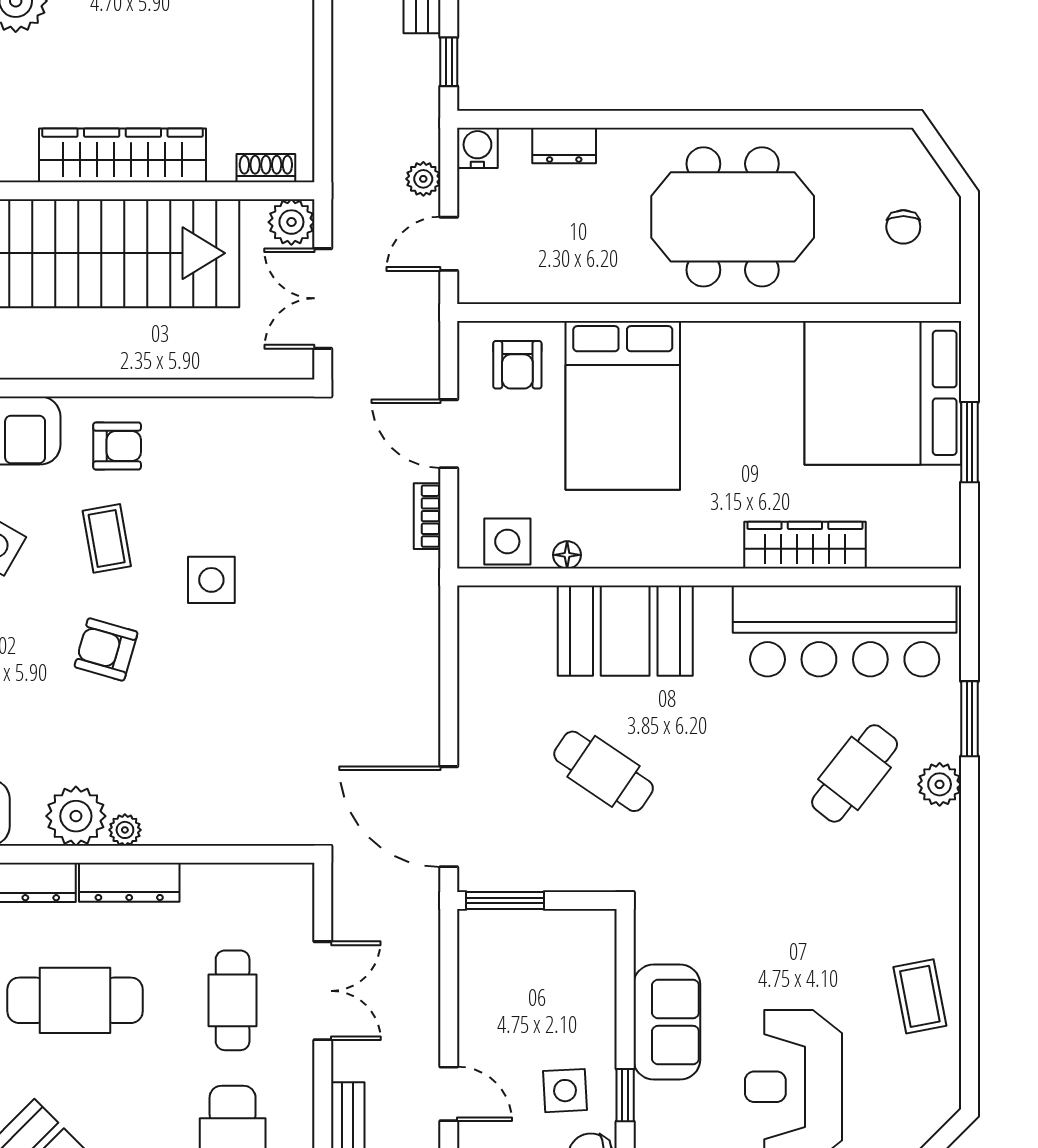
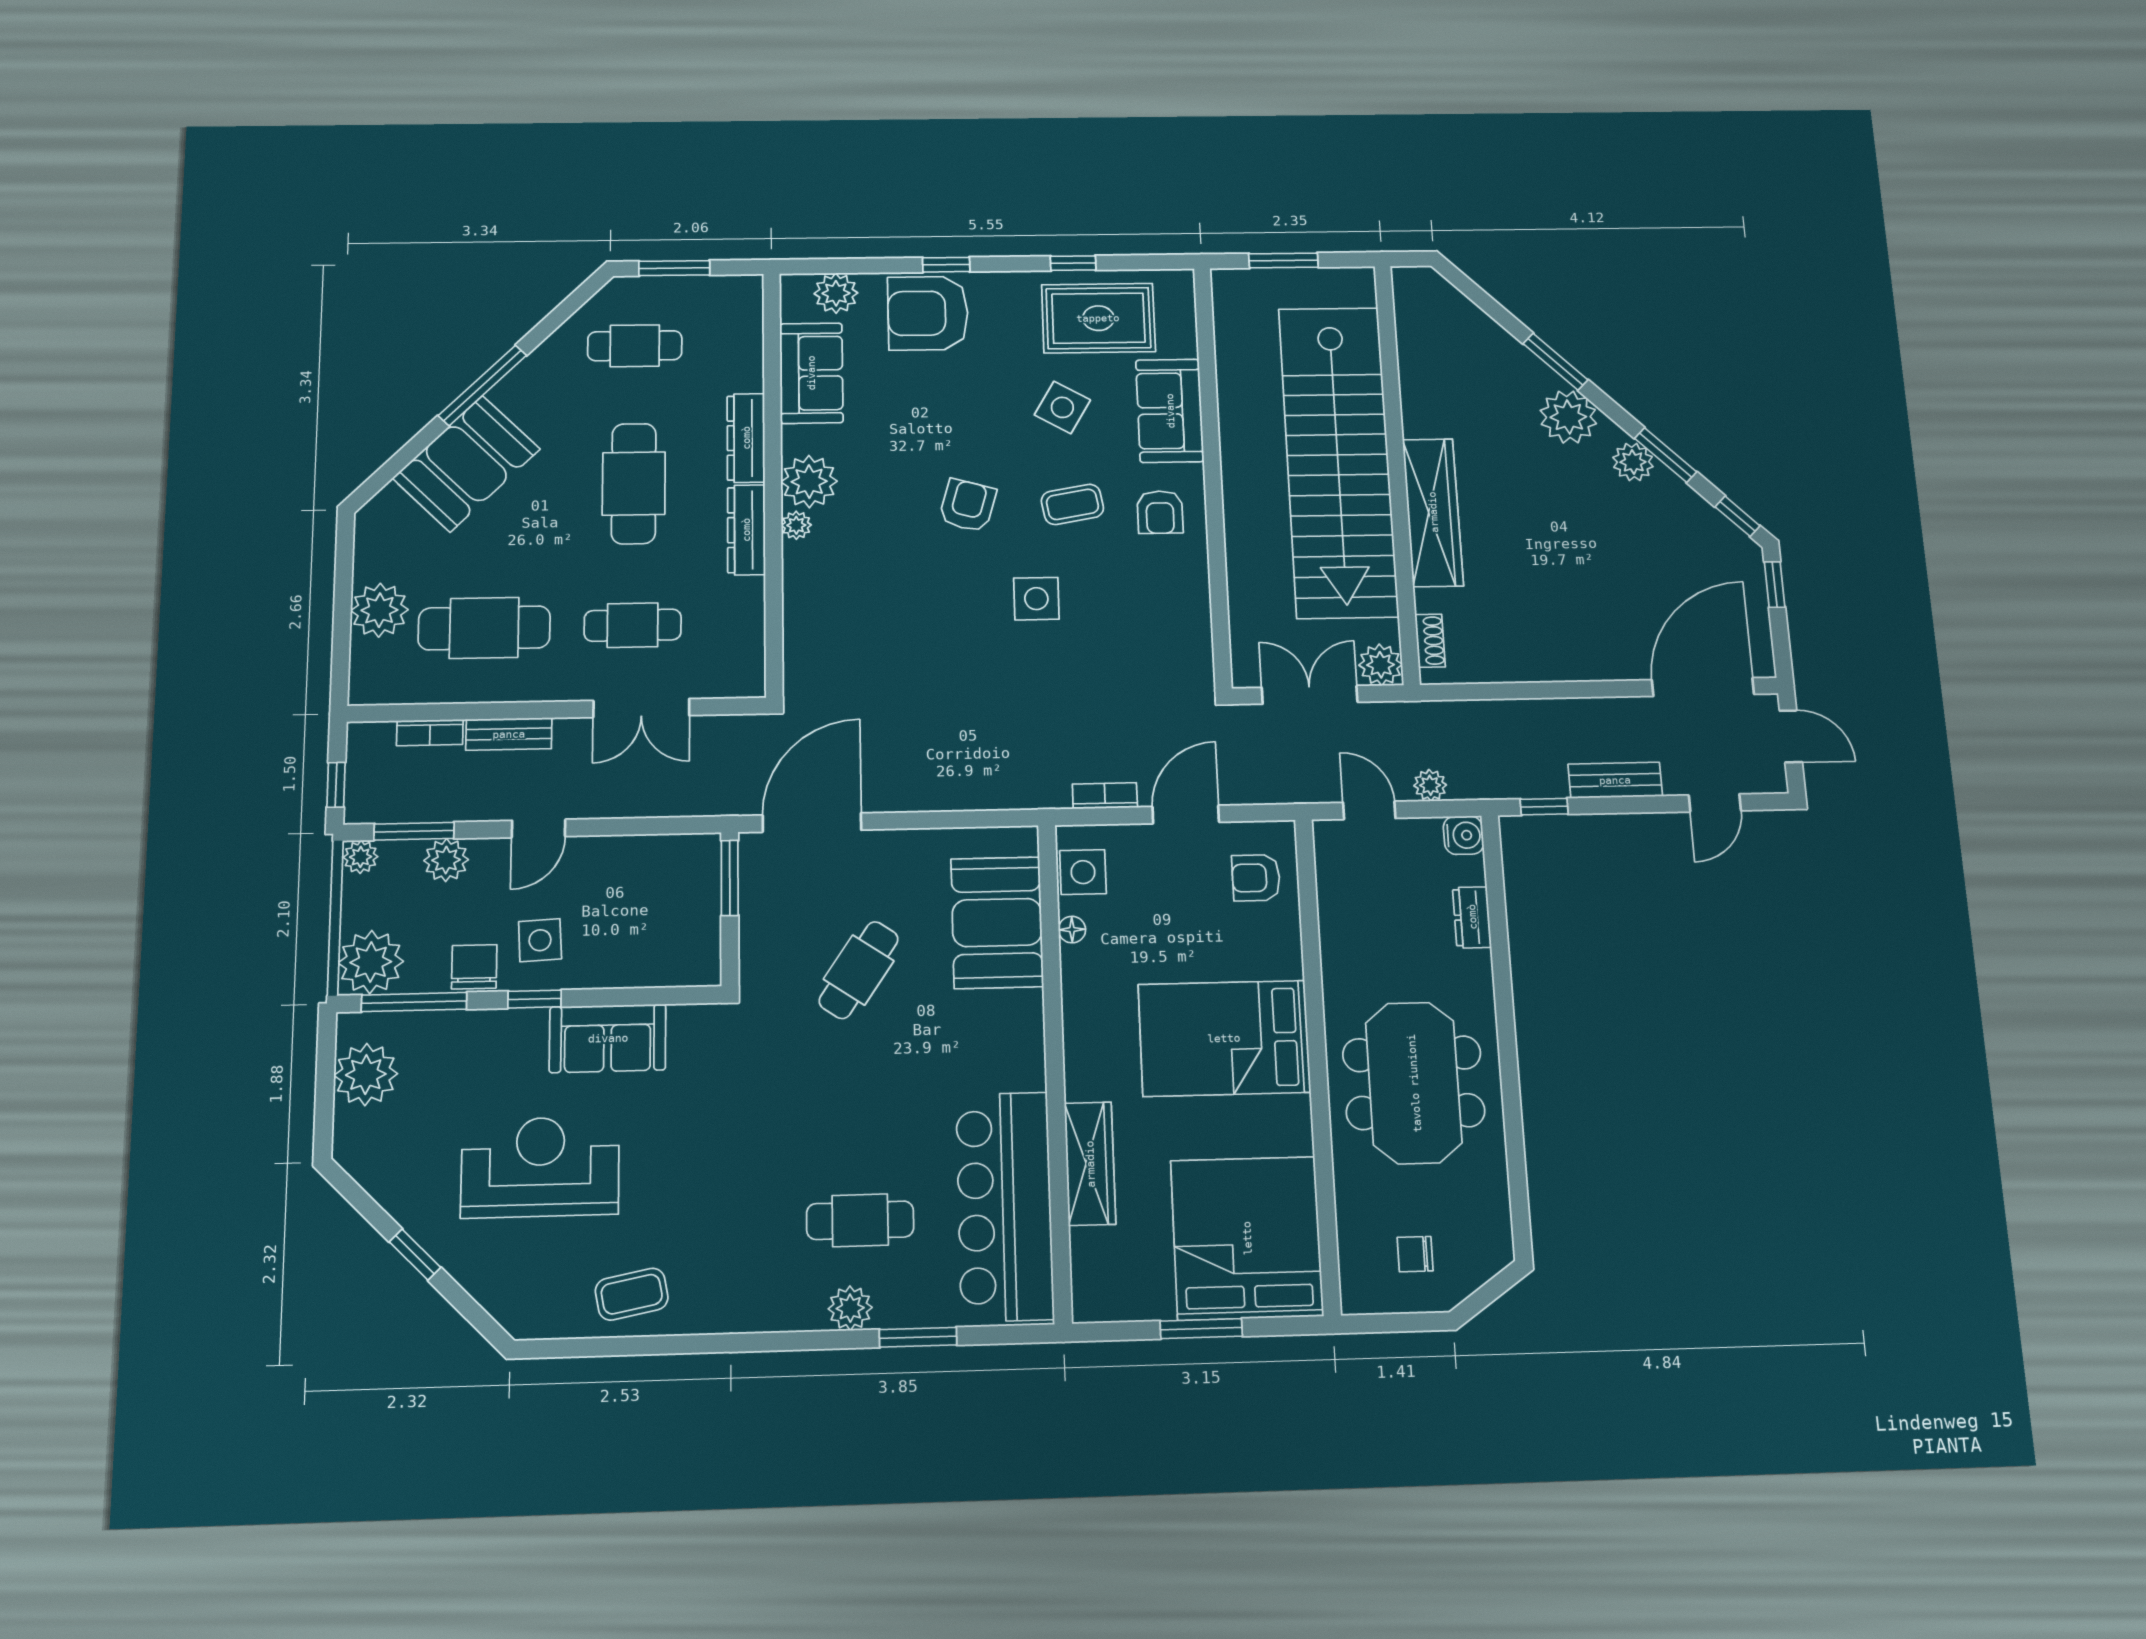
bed: (623, 405) -> (1224, 1038), moved
booth: (625, 631) -> (997, 923), moved
cafe table: (855, 773) -> (860, 1220), turned -38

